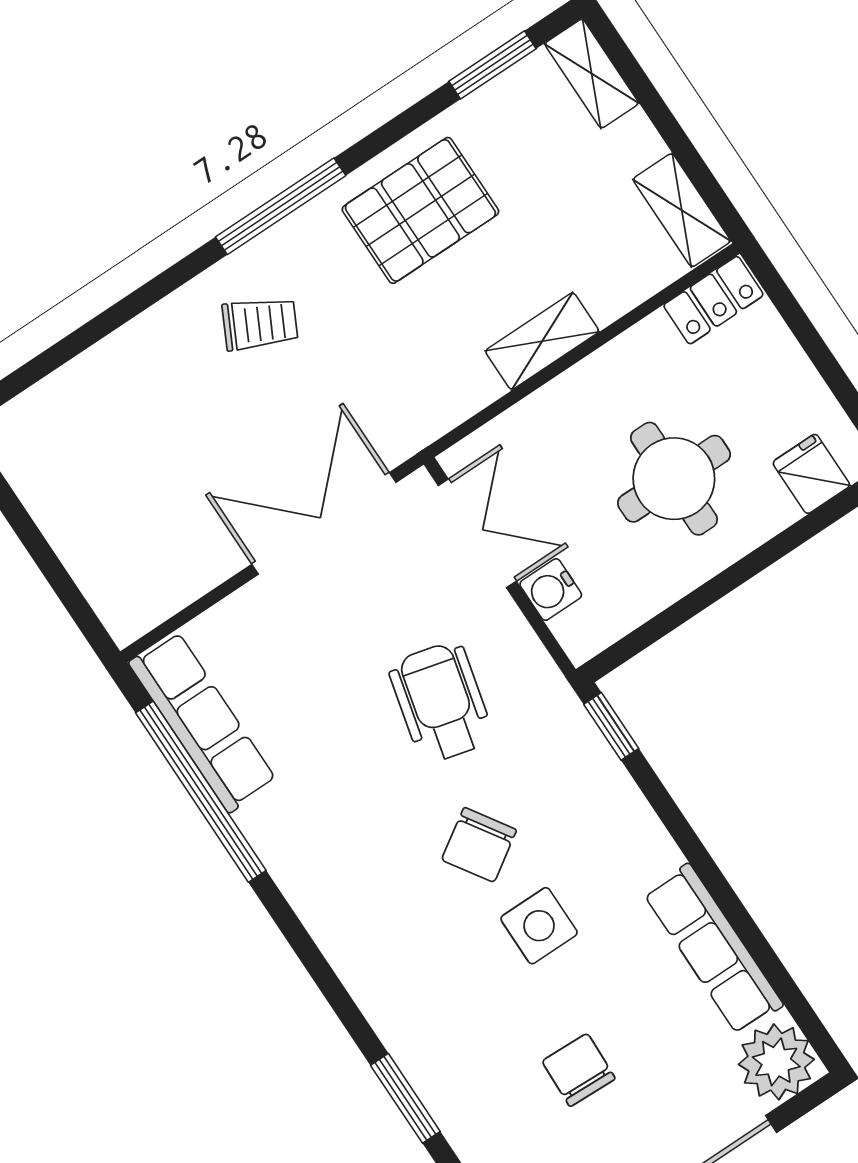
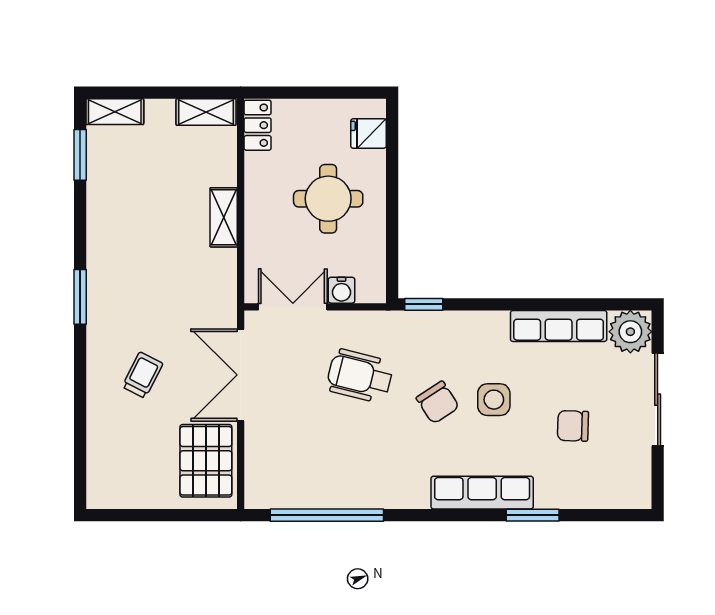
window: (281, 206) -> (80, 297), width x0.69
pallet: (420, 210) -> (206, 461), moved
trolley: (260, 324) -> (142, 375), moved
row of seats: (203, 722) -> (482, 493), moved

